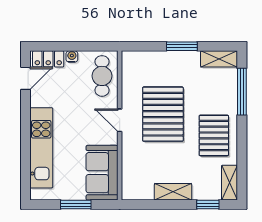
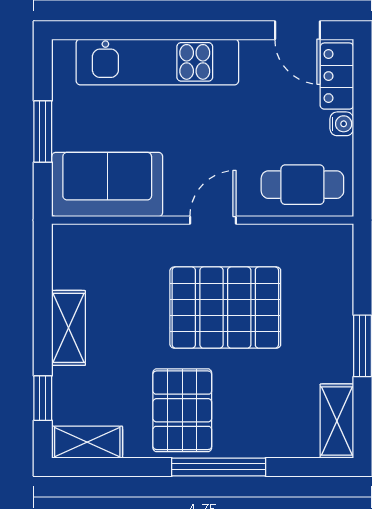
window: (242, 92) -> (219, 467), moved
pallet: (214, 135) -> (182, 410), turned 90

